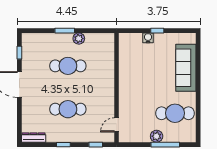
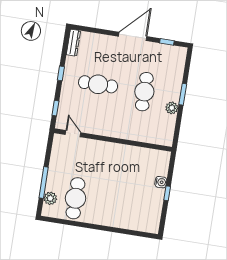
sofa: (186, 68) -> (122, 218), removed
cafe table: (68, 109) -> (98, 84), turned 90
plant: (157, 136) -> (50, 198), moved

